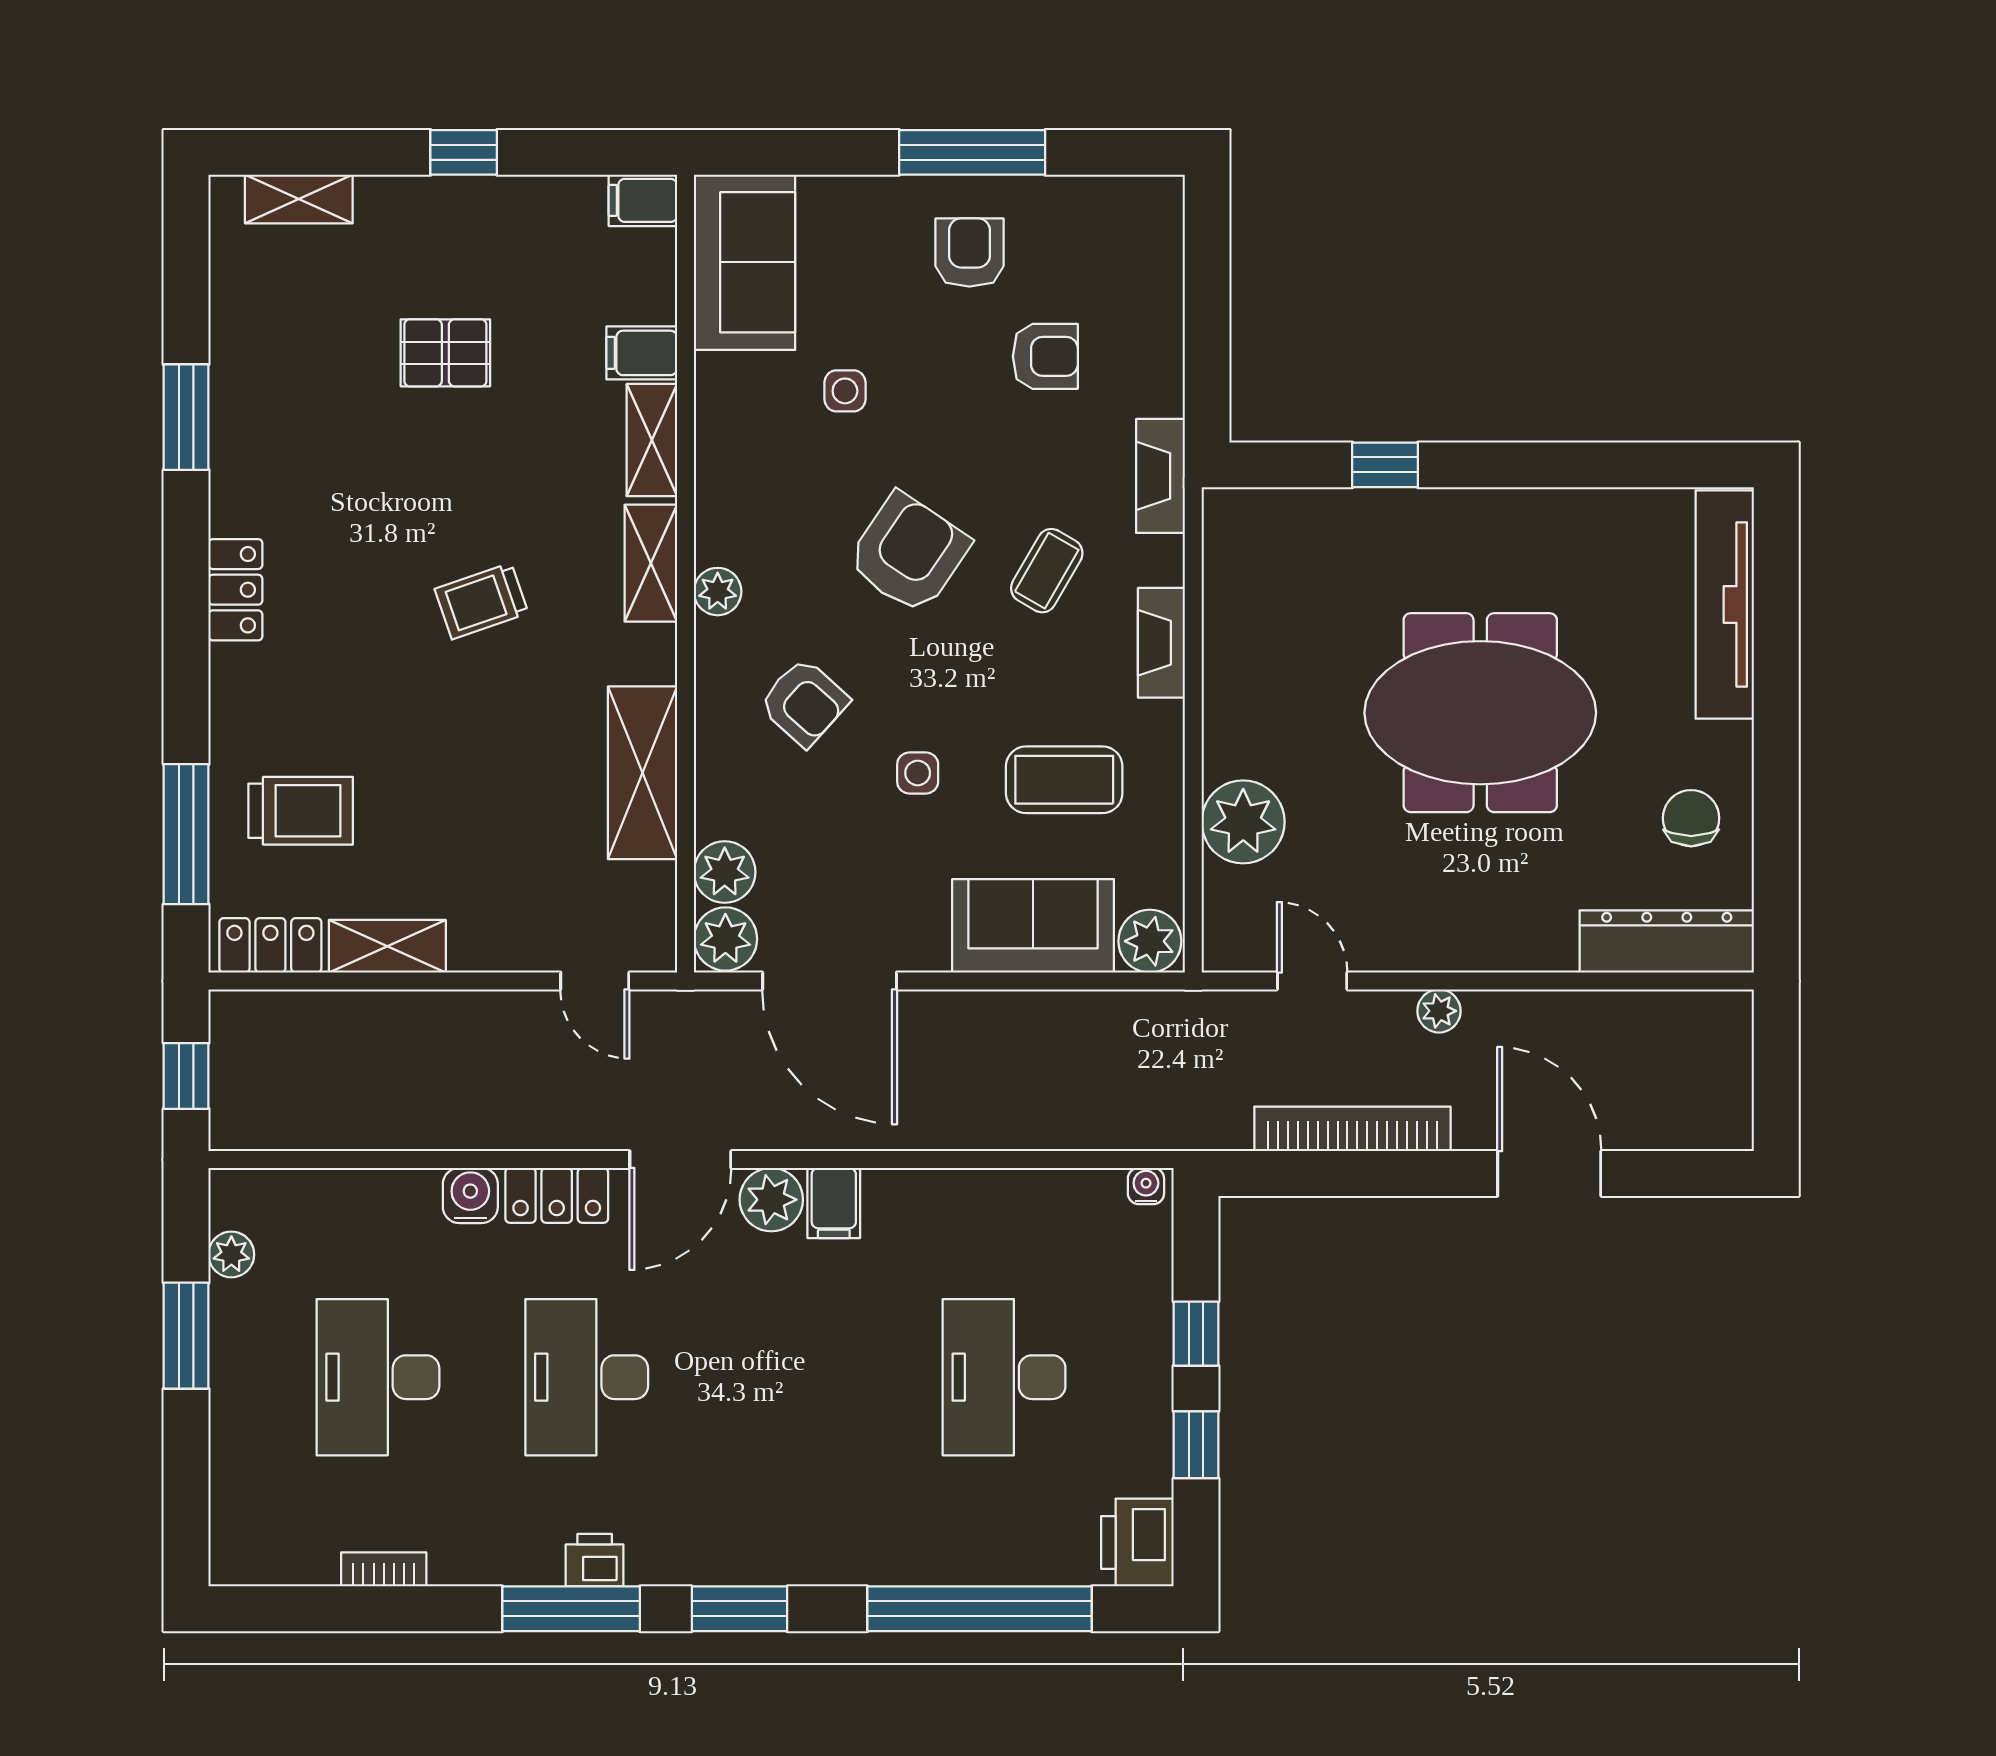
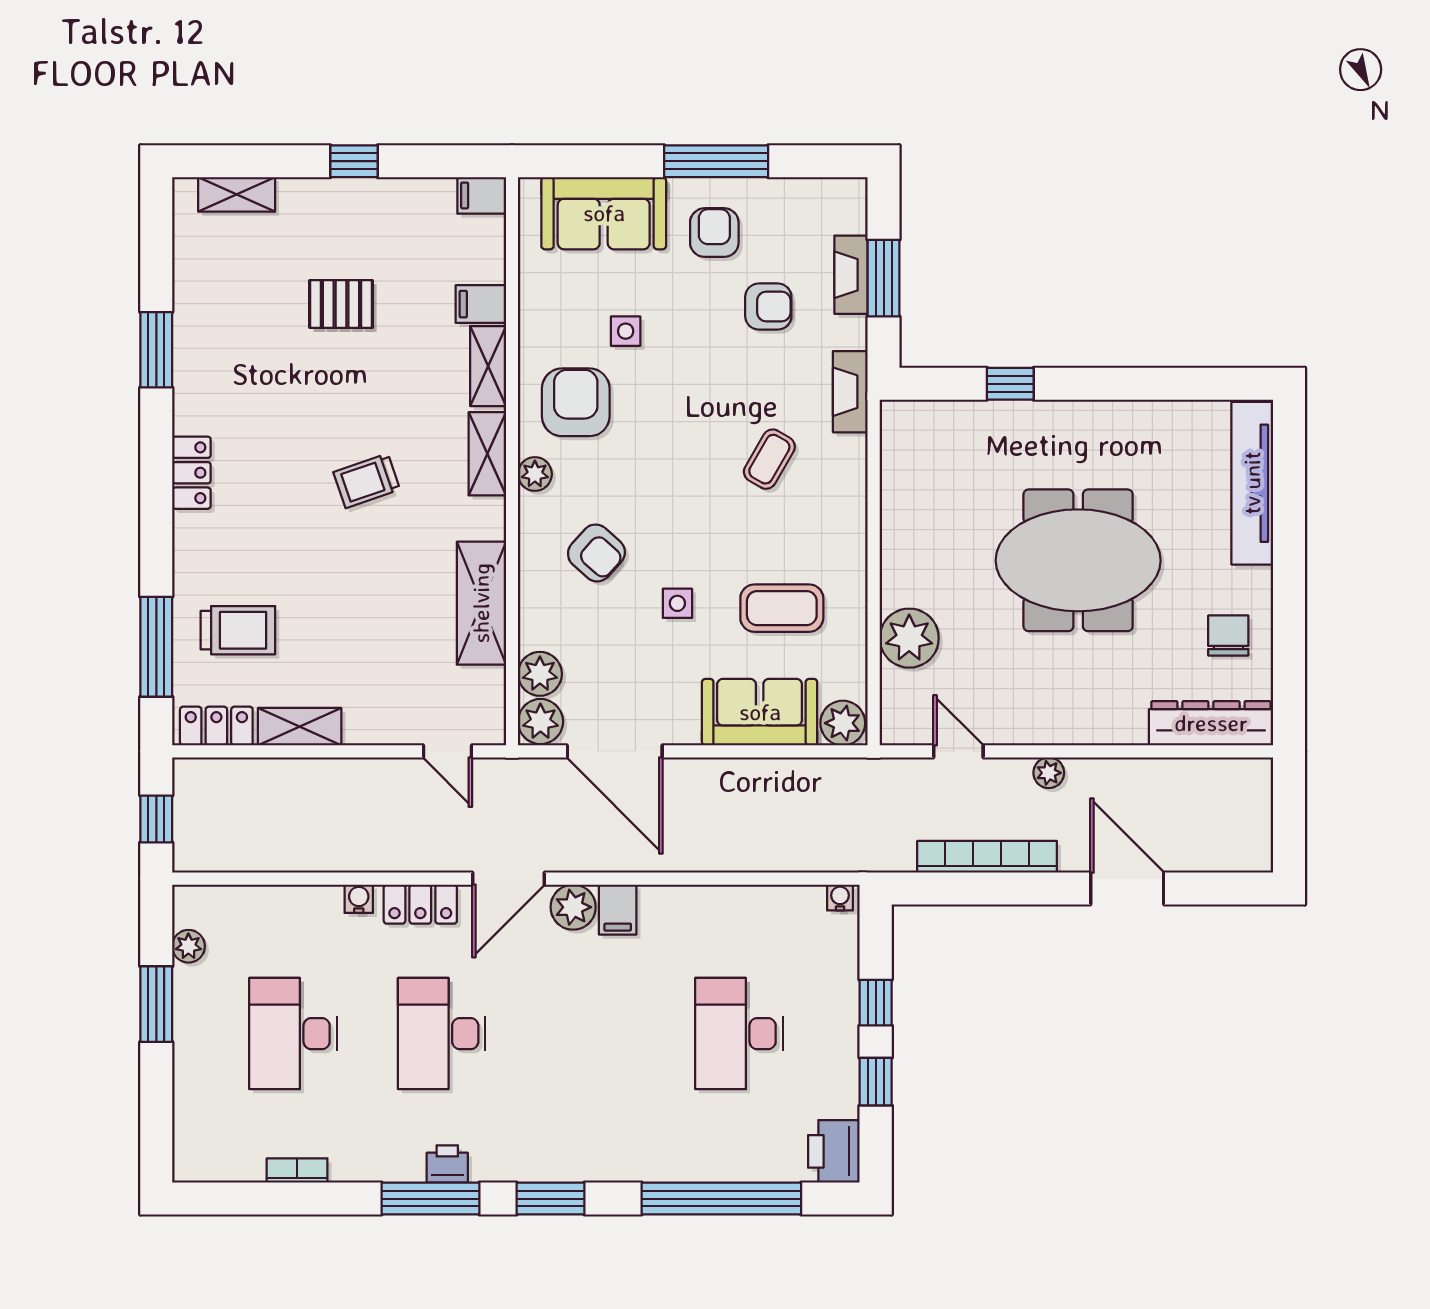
sofa: (744, 262) -> (604, 213), moved, turned 90
window: (1207, 317) -> (884, 278), added
armchair: (908, 553) -> (576, 402), moved, turned -34
fireplace: (1161, 643) -> (851, 275), moved
water cooler: (470, 1195) -> (359, 899), width x0.72, depth x0.72

